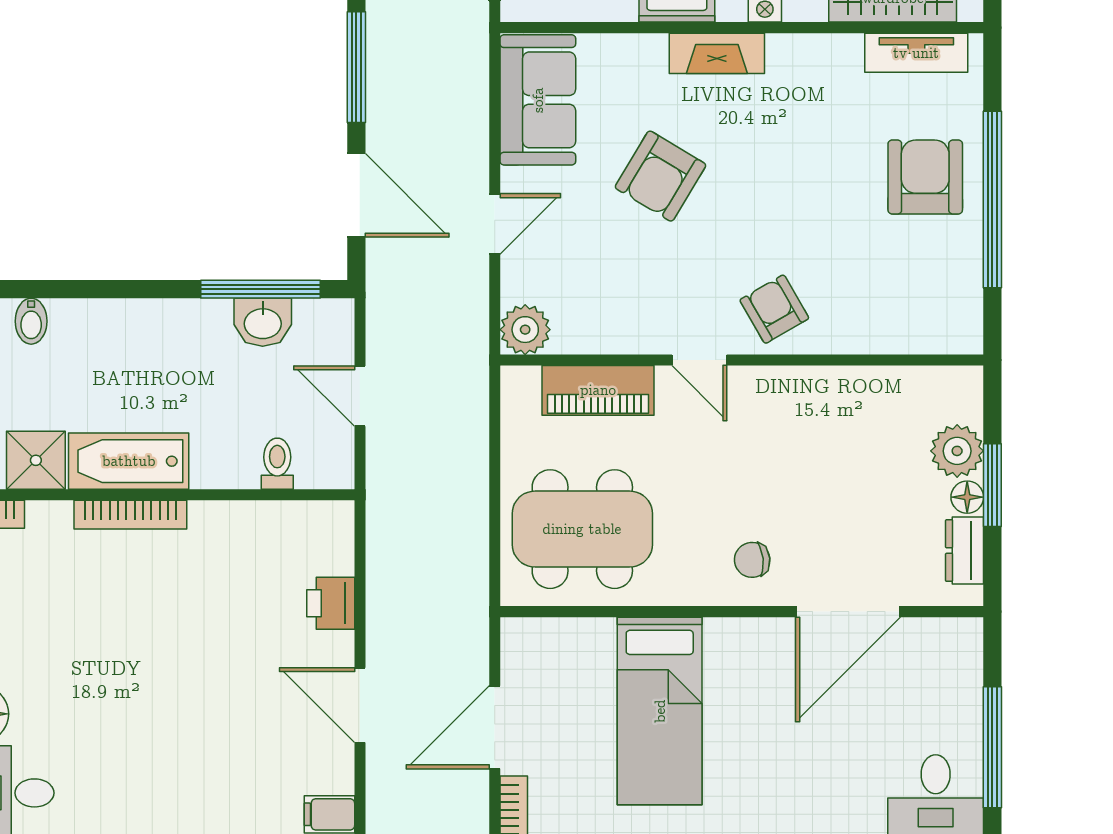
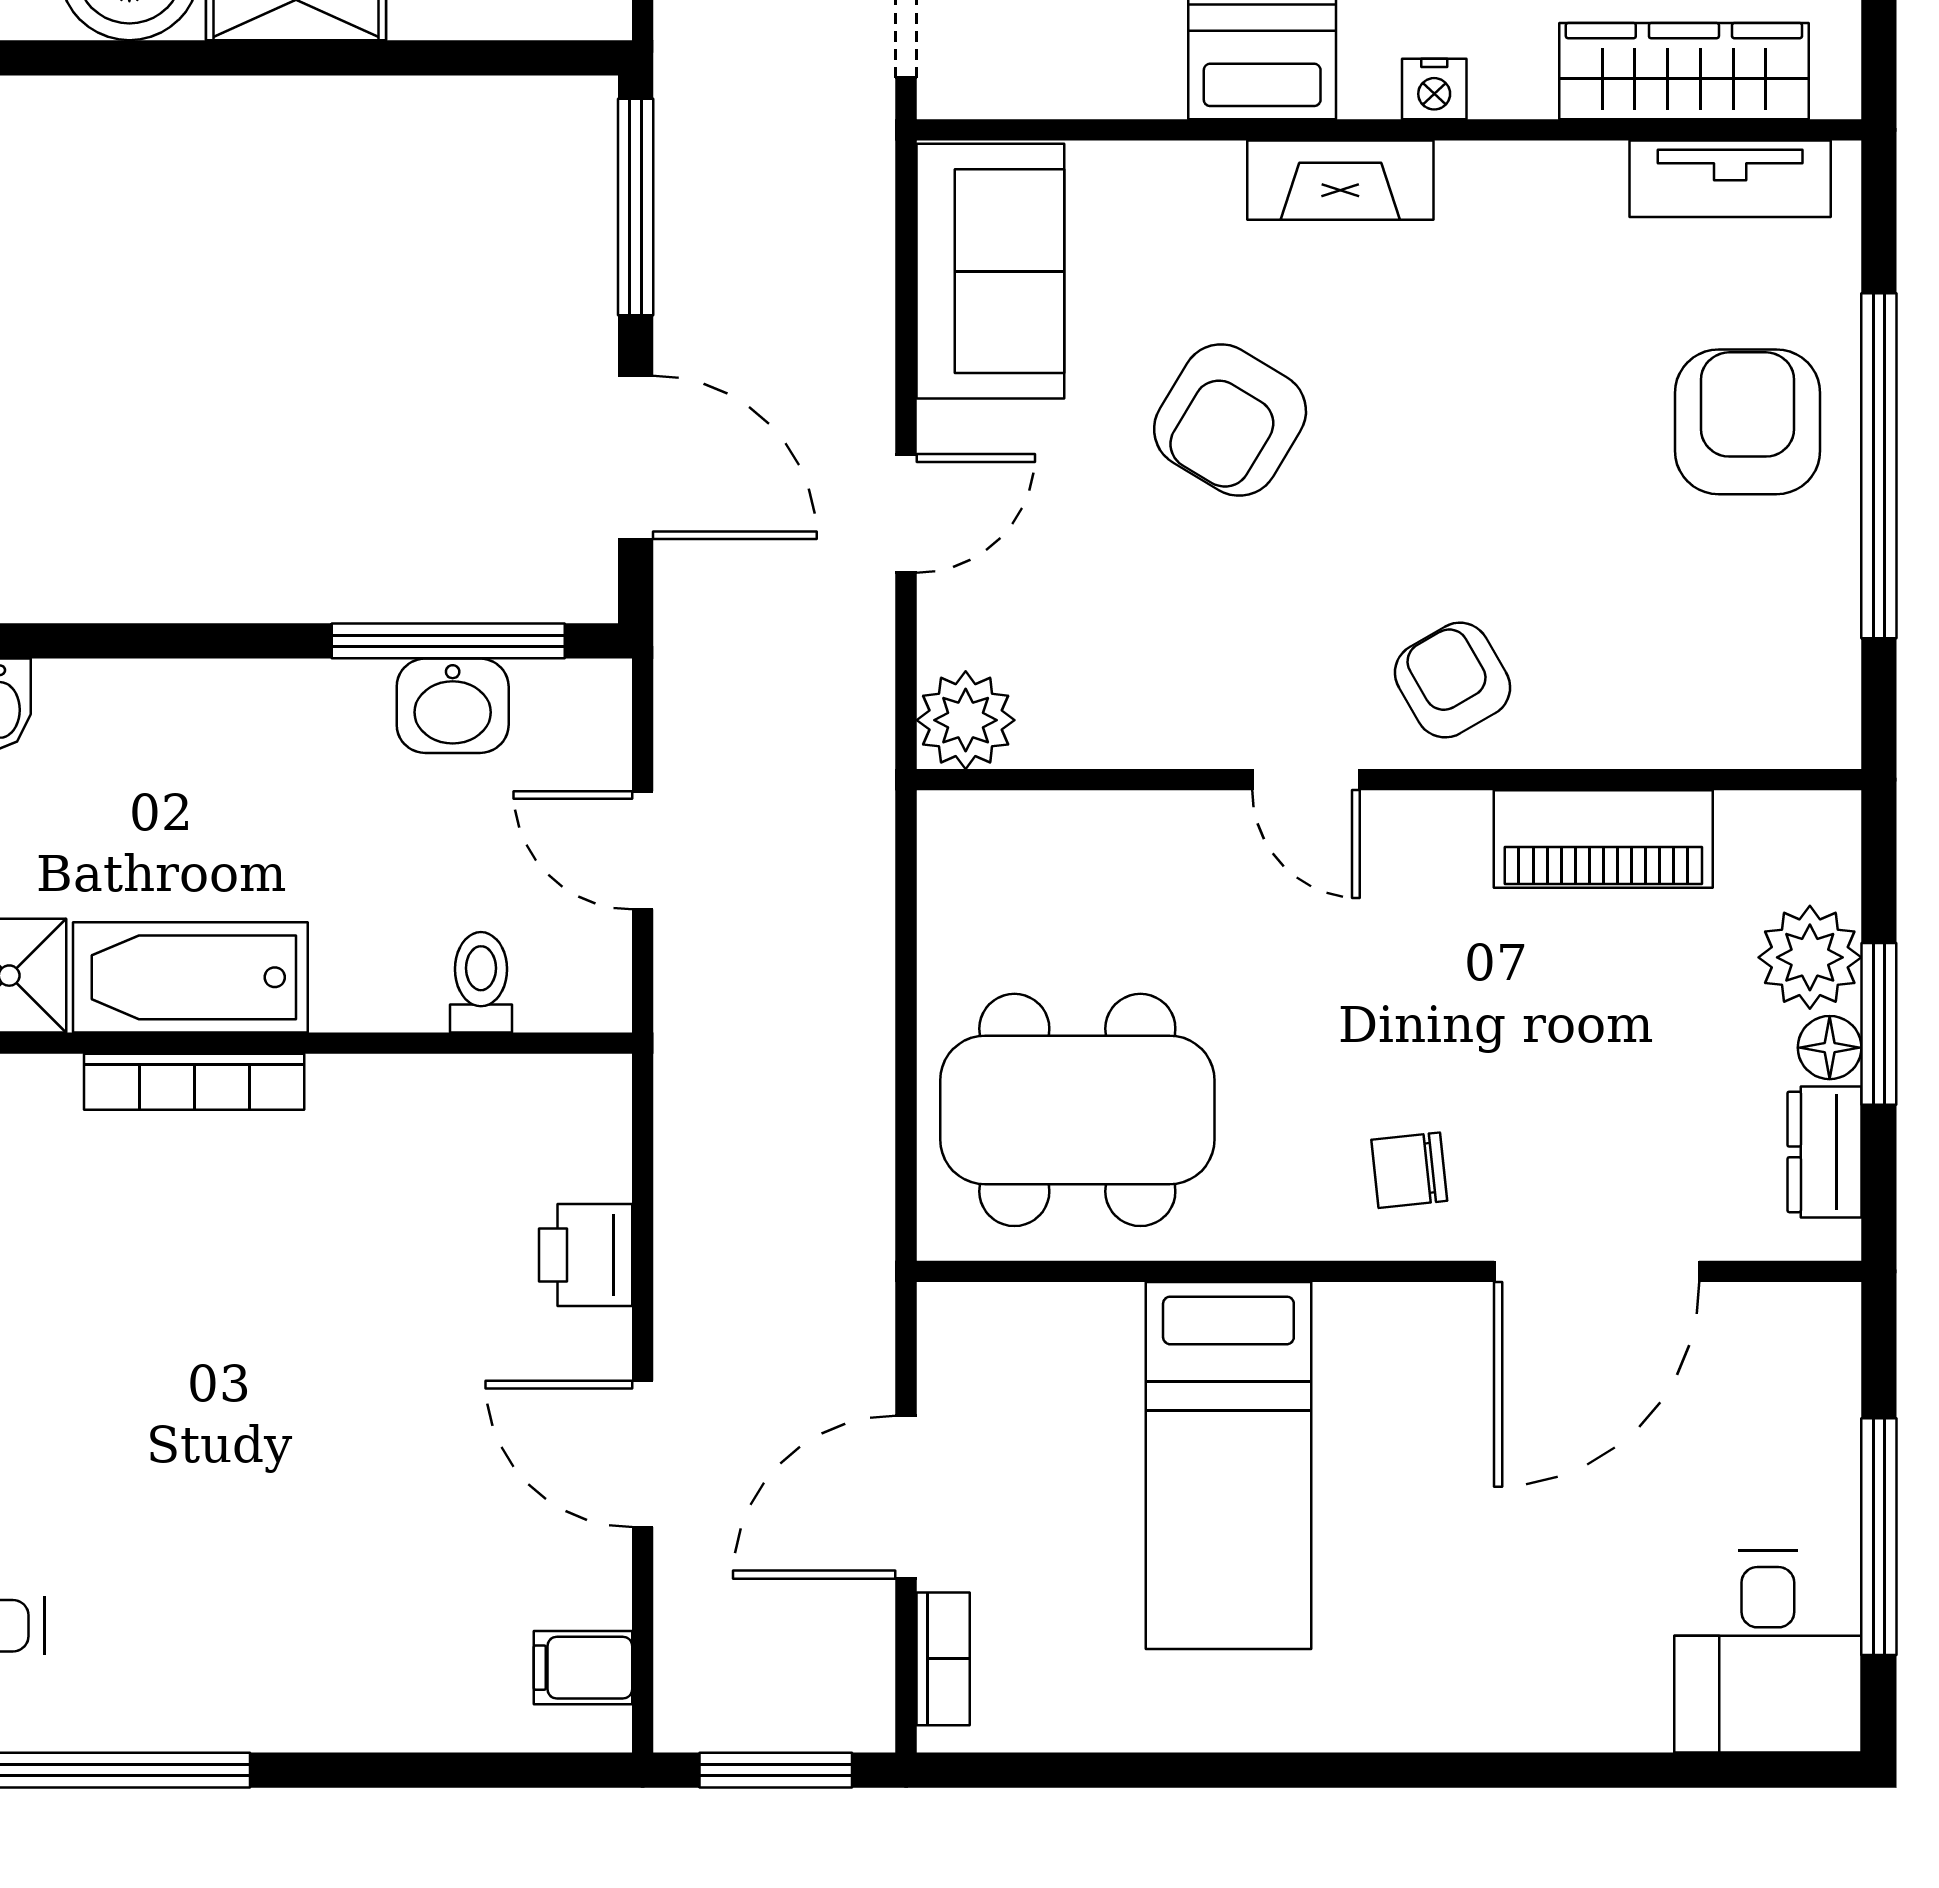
piano: (598, 390) -> (1603, 839), moved

